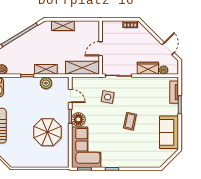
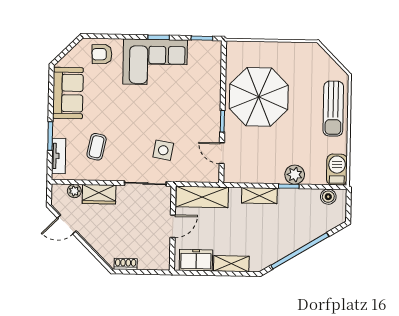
freezer: (85, 27) -> (196, 260), added
door: (168, 49) -> (67, 224), hinge flipped
plant: (46, 83) -> (295, 175), moved
floor lamp: (78, 119) -> (210, 116), removed
coffee table: (130, 121) -> (97, 147), moved
parasol: (47, 132) -> (259, 97), width x1.36, depth x1.36
corner sofa: (86, 147) -> (155, 62), moved, turned -90
armchair: (148, 157) -> (102, 54), added

